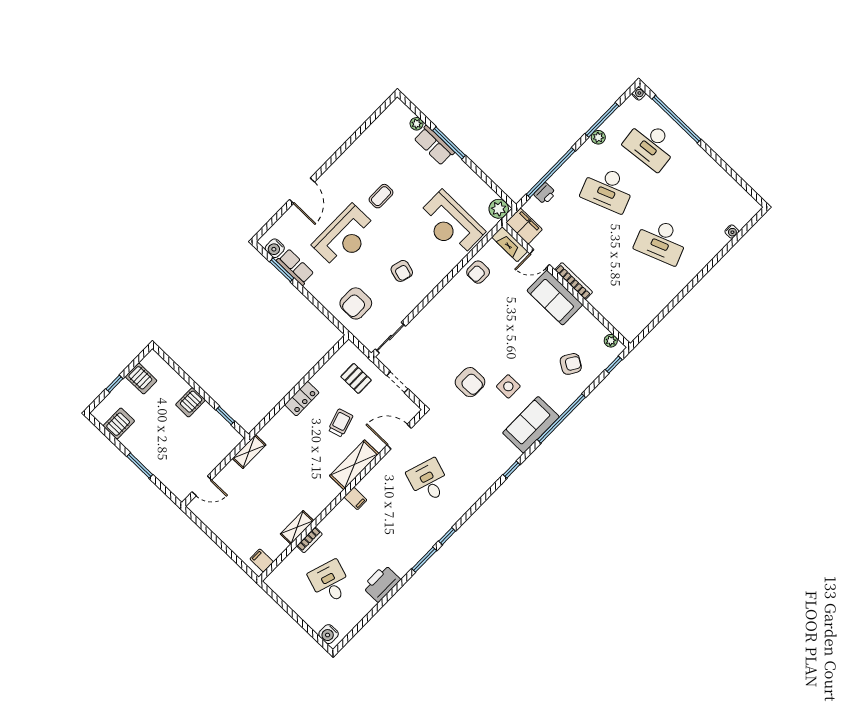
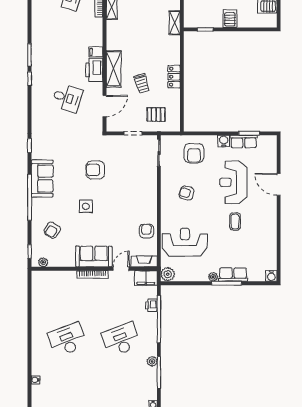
water cooler: (398, 107) -> (271, 276), added
plant: (417, 124) -> (213, 277), moved
desk: (651, 145) -> (121, 384), removed
water cooler: (275, 248) -> (224, 141), moved
armchair: (356, 303) -> (194, 153), turned 180
side table: (508, 386) -> (86, 206), moved
printer: (381, 583) -> (94, 70), moved, turned 180

